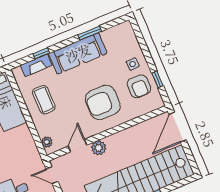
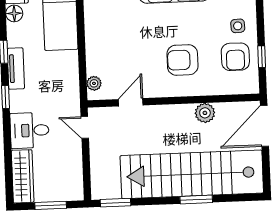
coffee table: (44, 100) -> (110, 29), removed
armchair: (103, 102) -> (182, 60), width x0.73, depth x0.73
plant: (99, 148) -> (205, 113), moved

